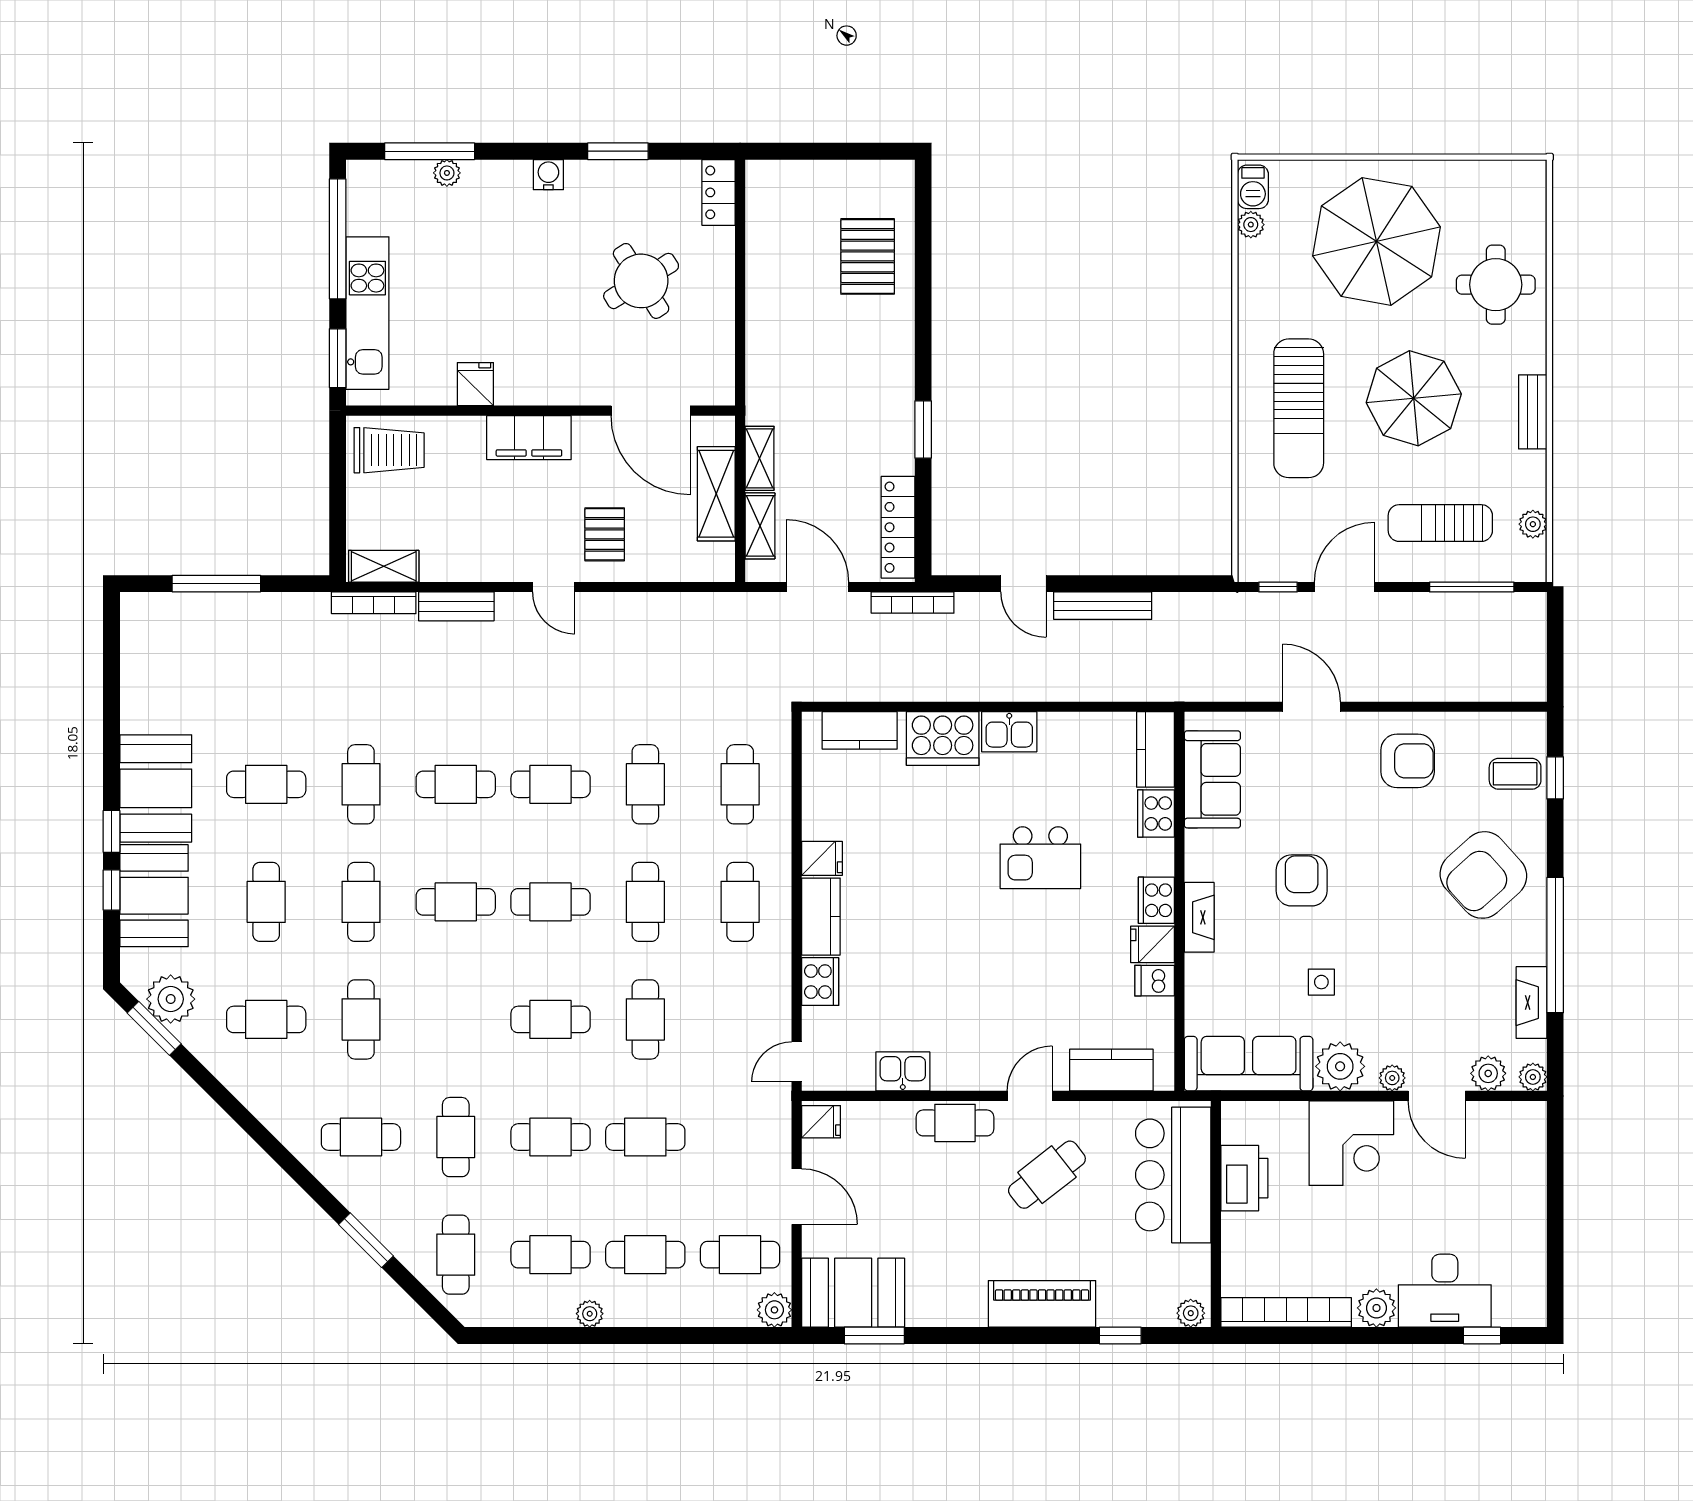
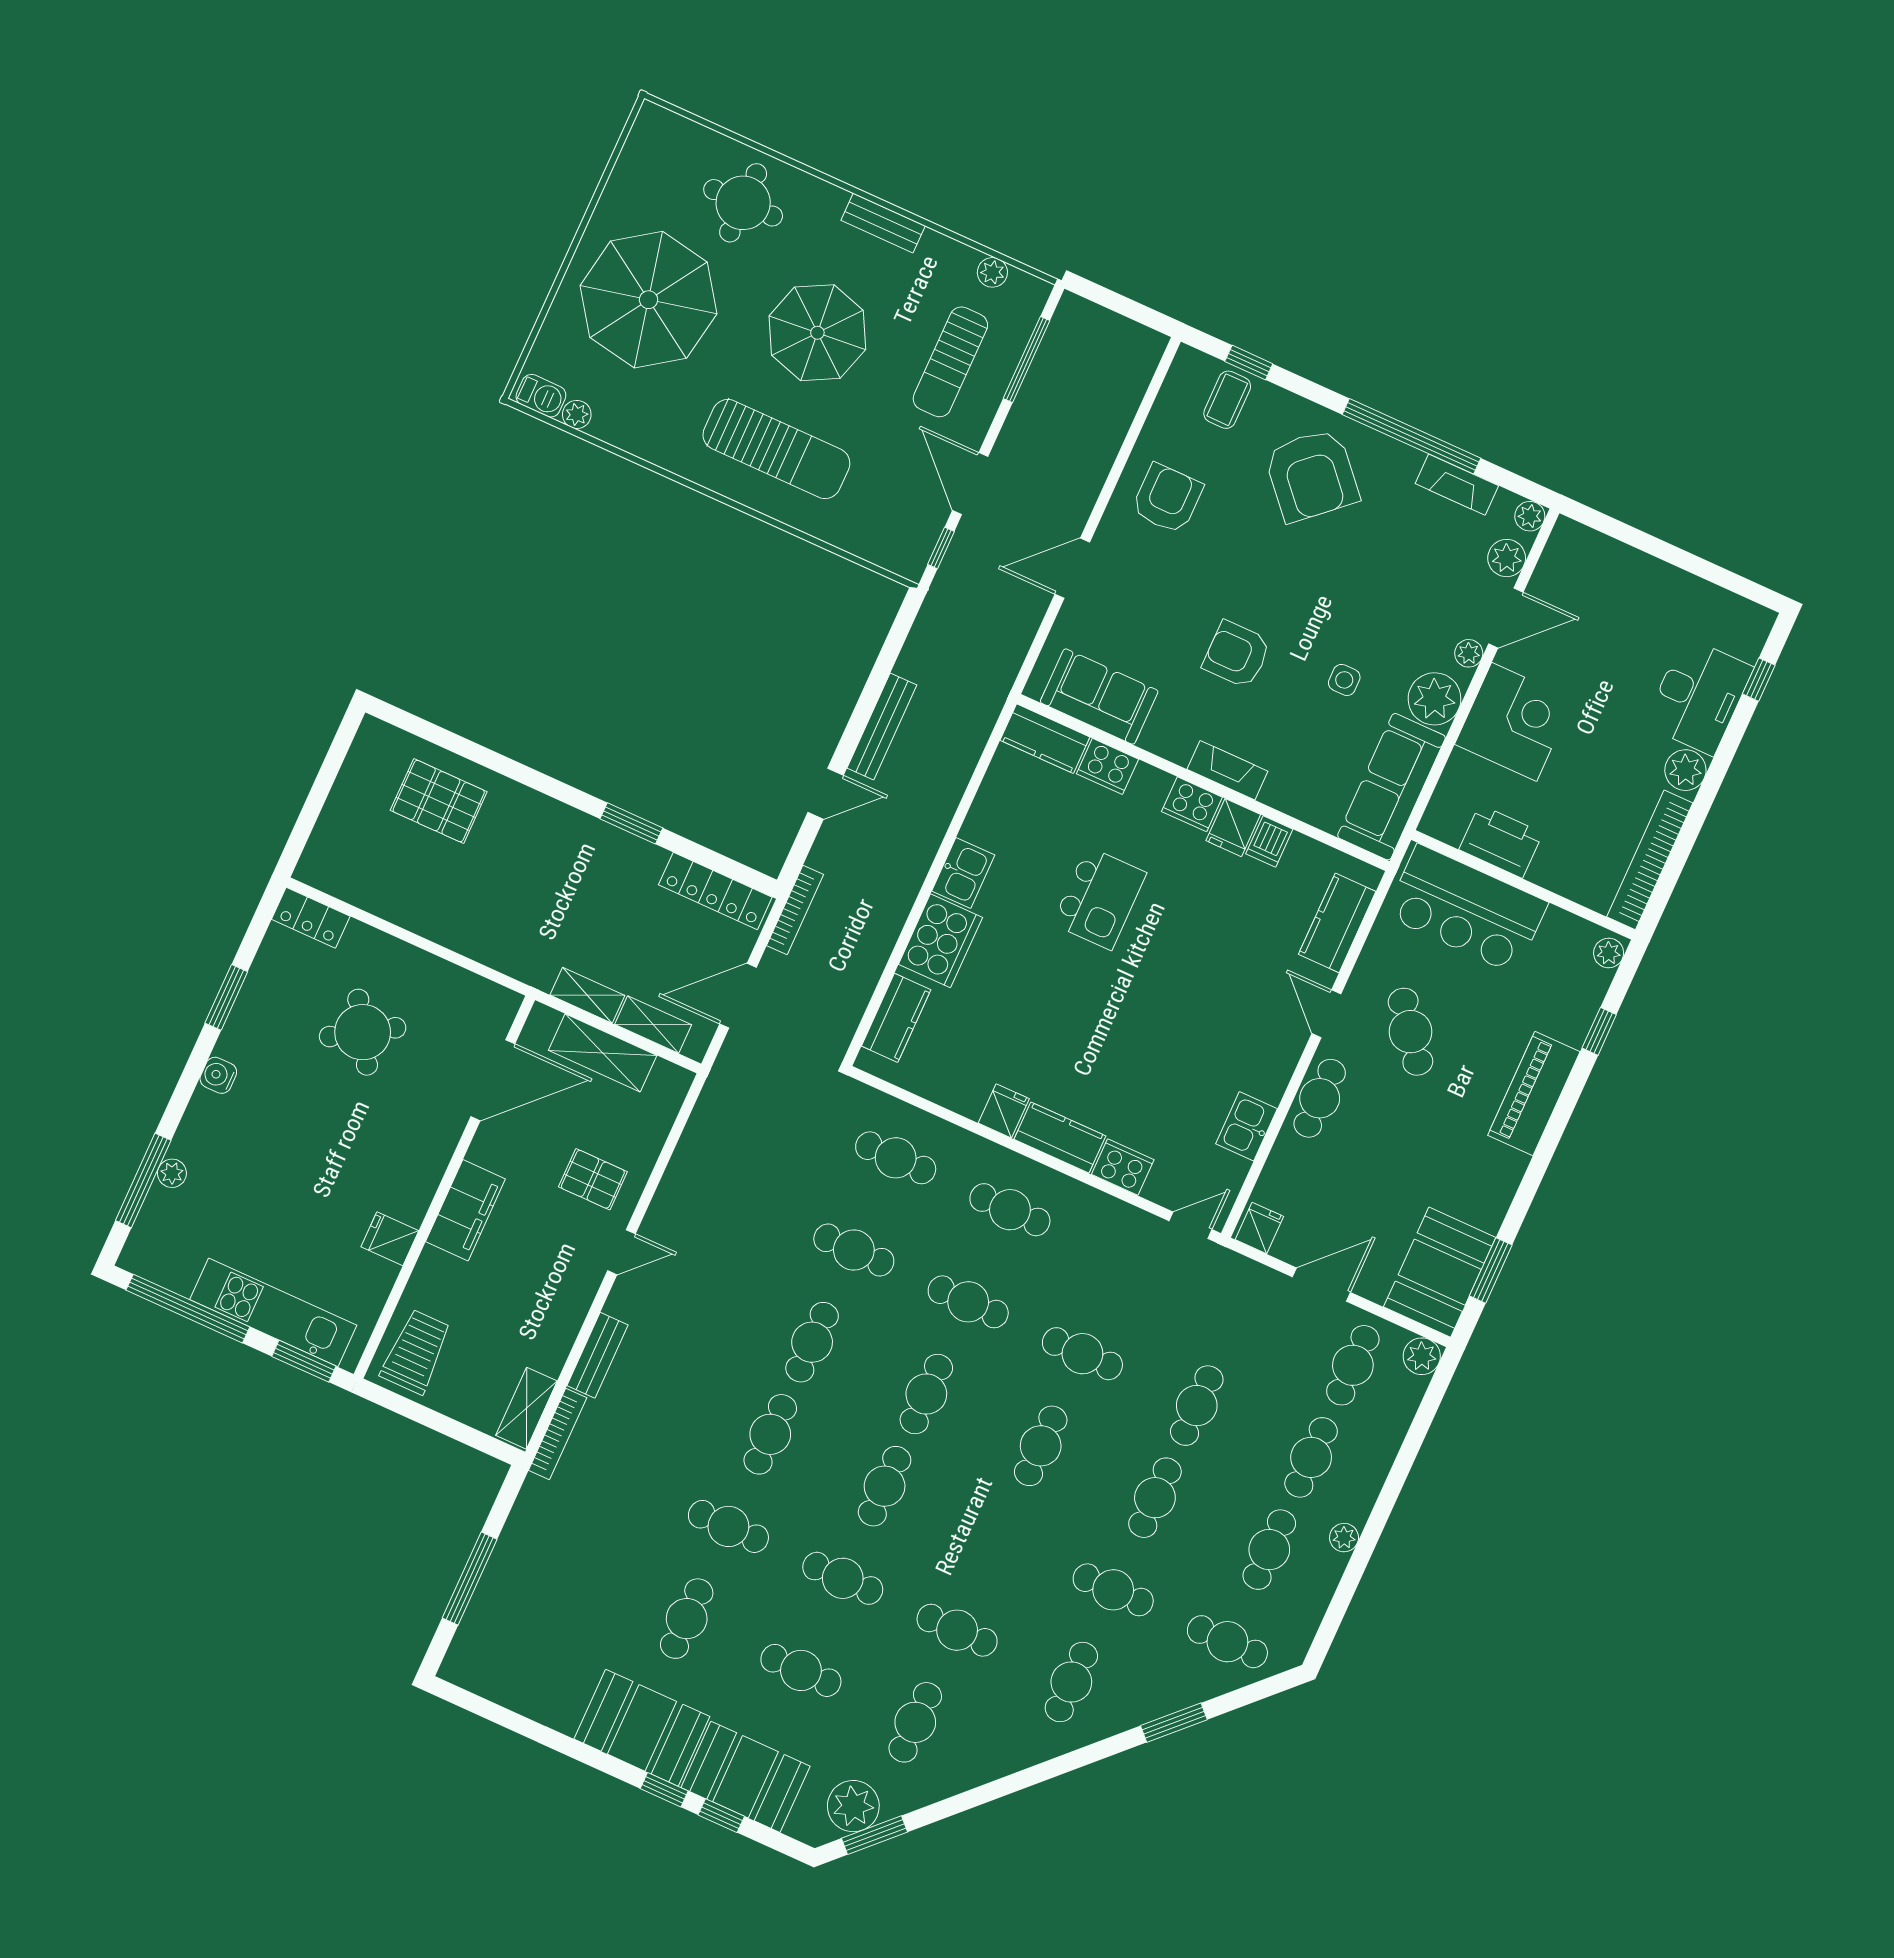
door: (797, 1062) -> (1190, 1225), swing flipped

